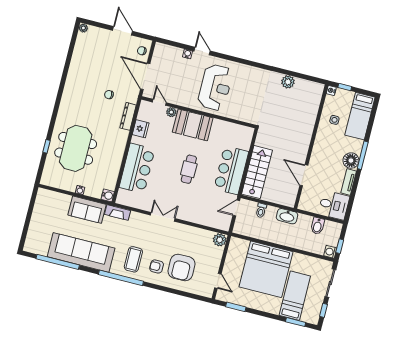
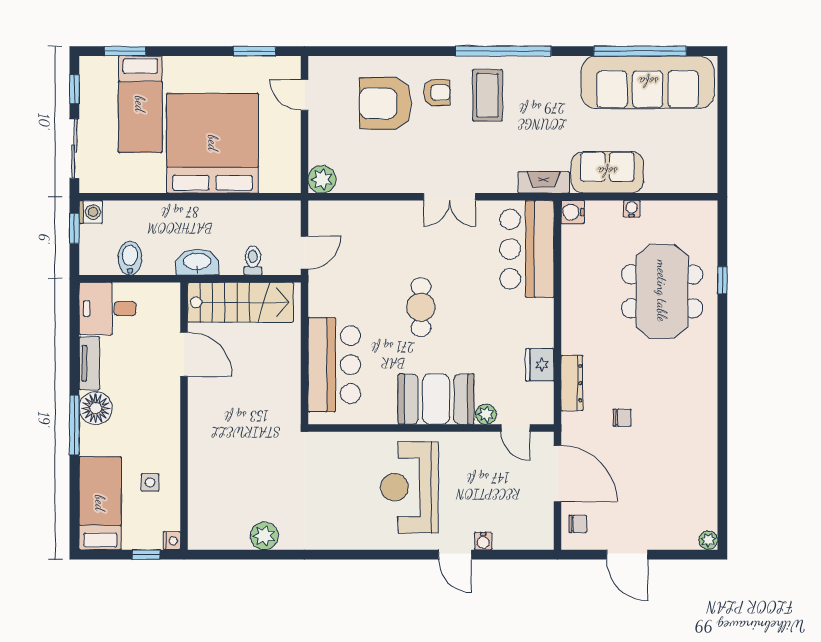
bar counter: (137, 168) -> (527, 249), moved
bar counter: (231, 170) -> (334, 365), moved
stairs: (257, 172) -> (241, 302), moved, turned -90
sofa: (81, 252) -> (648, 82), moved
armchair: (182, 267) -> (385, 103), turned -90

